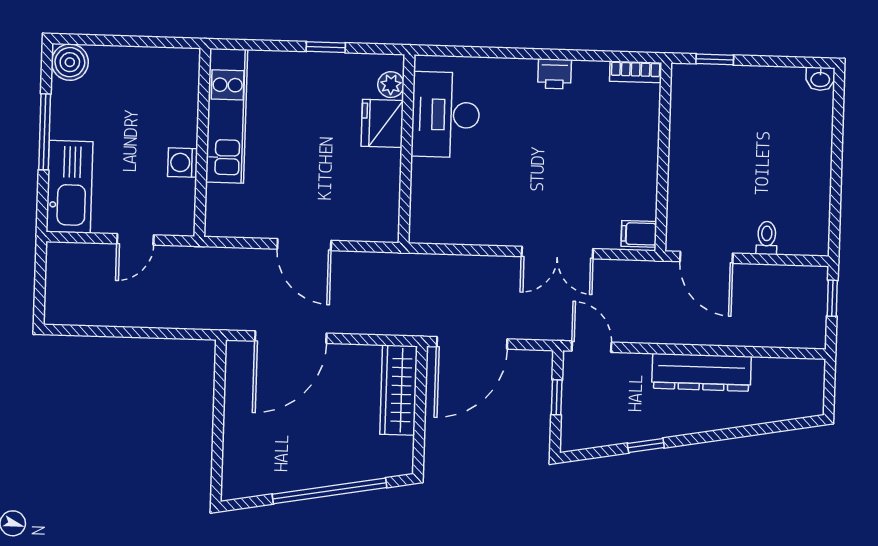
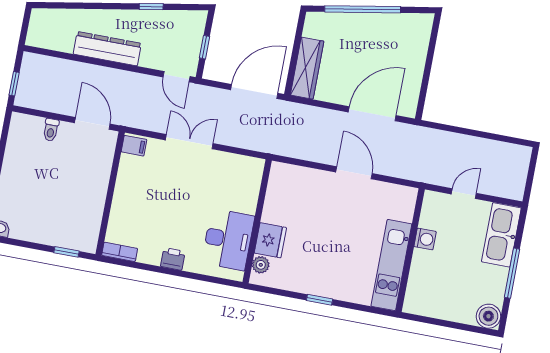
plant: (391, 85) -> (261, 265), moved
desk: (446, 115) -> (228, 240), moved
fridge: (382, 123) -> (270, 240), moved
wall: (406, 149) -> (257, 221), moved

